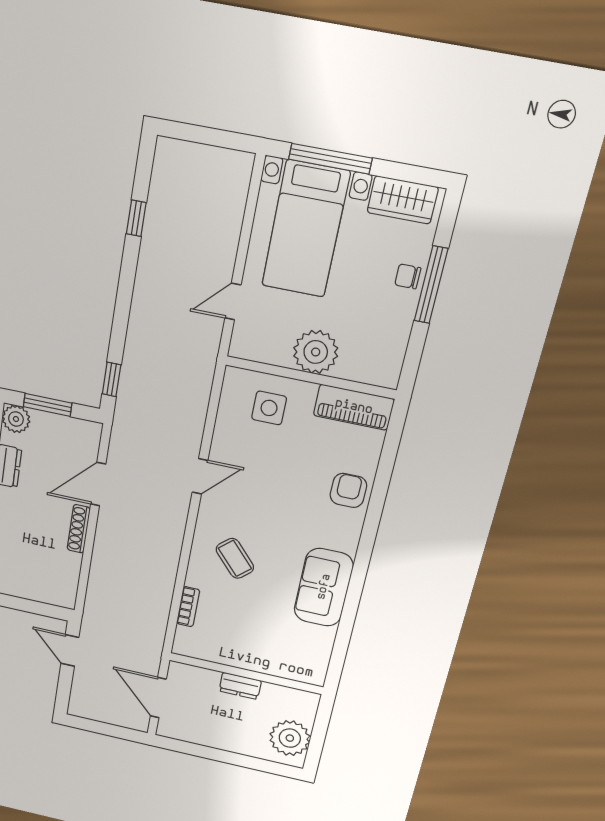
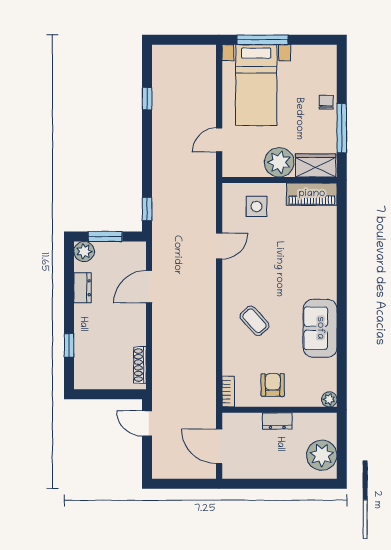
wardrobe: (403, 200) -> (316, 165), moved, turned 180
chair: (408, 276) -> (326, 102), turned 90
window: (431, 285) -> (342, 128), moved
door: (200, 476) -> (219, 246), moved
armchair: (348, 490) -> (273, 385), moved
shoe rack: (79, 529) -> (140, 365), moved
bookcase: (188, 607) -> (228, 391), moved
plant: (315, 676) -> (329, 399), added

